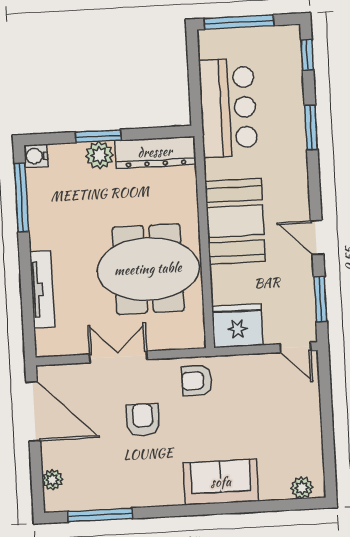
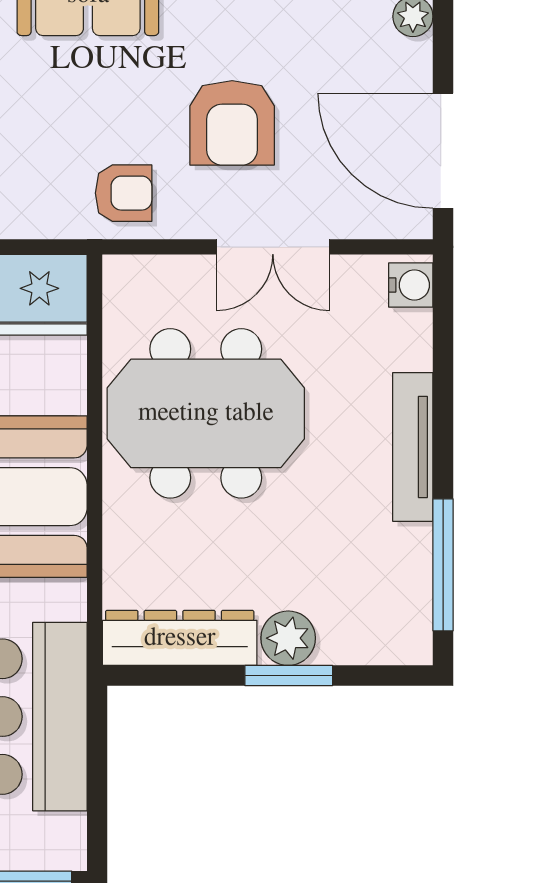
water cooler: (36, 156) -> (411, 285), moved
tv unit: (42, 289) -> (413, 447), moved
armchair: (143, 420) -> (232, 123), width x1.38, depth x1.38

